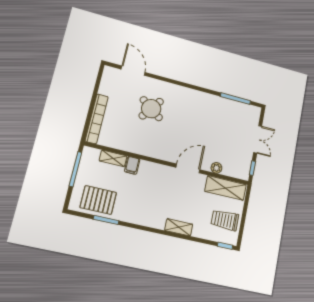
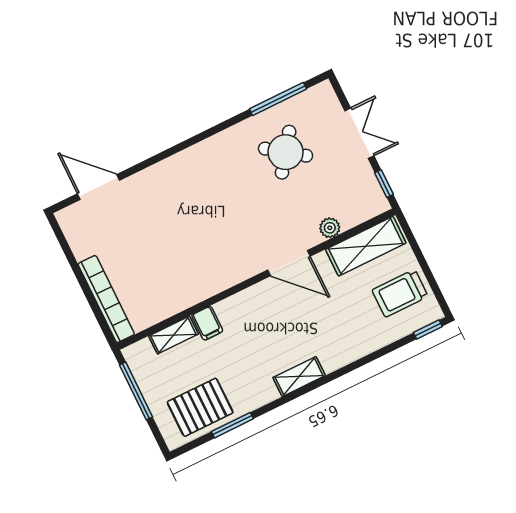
round table: (151, 109) -> (286, 152), moved
door: (188, 168) -> (289, 263), swing flipped
shelving: (179, 227) -> (299, 377), moved

